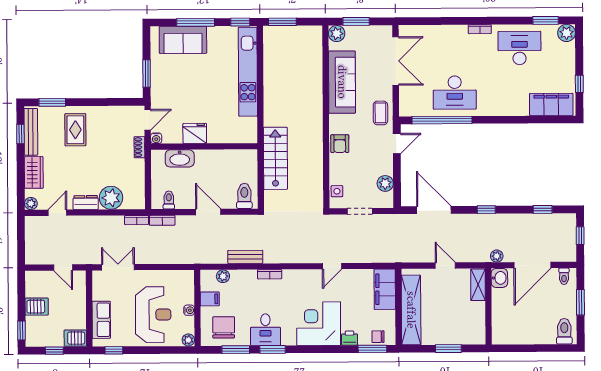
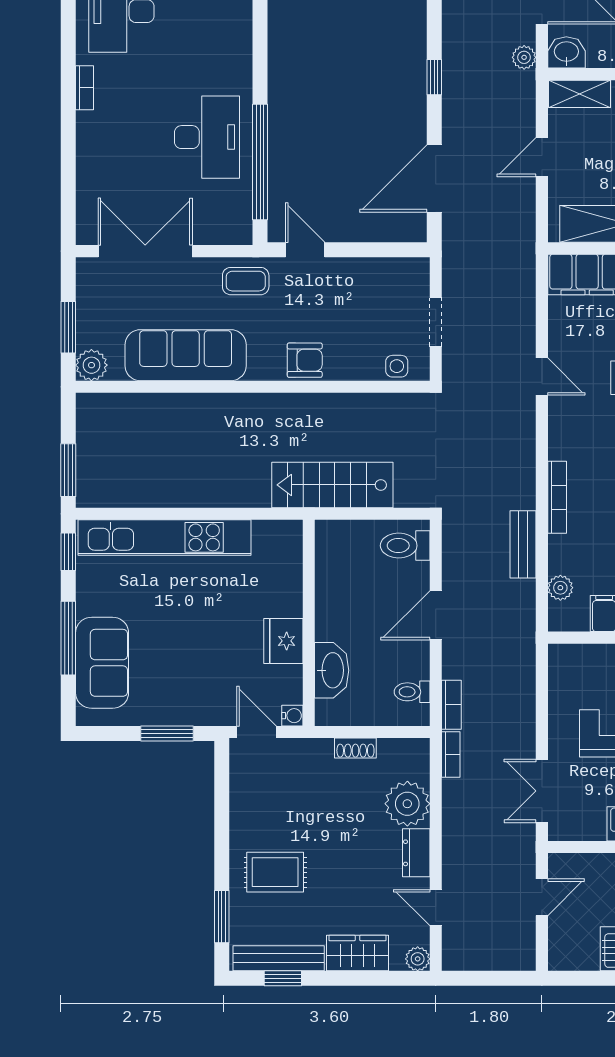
shoe rack: (140, 147) -> (355, 748), moved
plant: (385, 183) -> (382, 273), removed
bookcase: (270, 274) -> (557, 497), width x1.56

